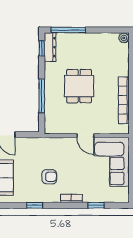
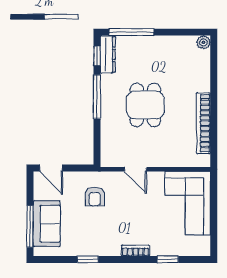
window: (42, 96) -> (97, 97), moved
door: (85, 136) -> (135, 169), moved
armchair: (49, 177) -> (95, 197), moved, turned 90

